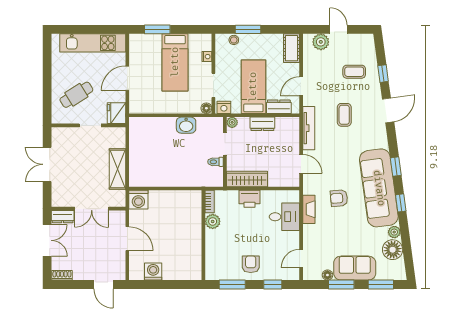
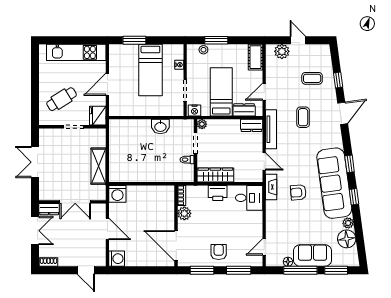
floor lamp: (206, 108) -> (179, 111), removed
dresser: (262, 124) -> (252, 125), moved
fireplace: (309, 209) -> (271, 187), moved
desk: (284, 217) -> (249, 198), moved
door: (203, 257) -> (176, 246), added
washing machine: (153, 272) -> (117, 259), moved, turned 90
window: (273, 284) -> (239, 270), width x1.50
window: (341, 284) -> (300, 270), width x1.44

